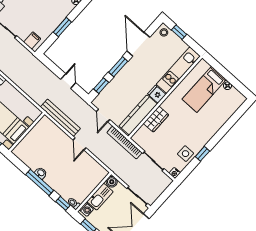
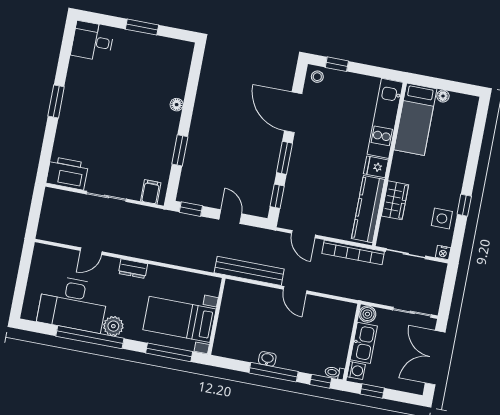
window: (49, 64) -> (191, 209), added
kitchen unit: (178, 70) -> (385, 118), moved
fridge: (157, 94) -> (376, 167), moved
wall: (165, 97) -> (389, 164), moved
kitchen counter: (138, 115) -> (368, 209), moved
wardrobe: (156, 119) -> (395, 200), moved

